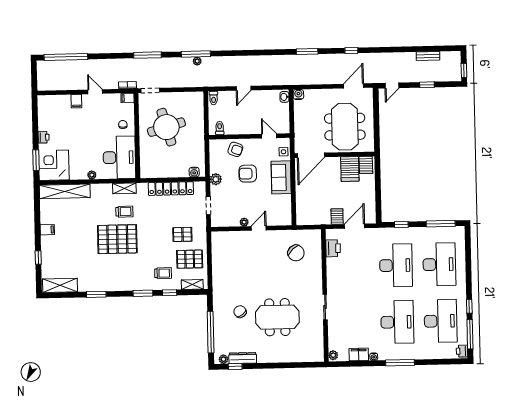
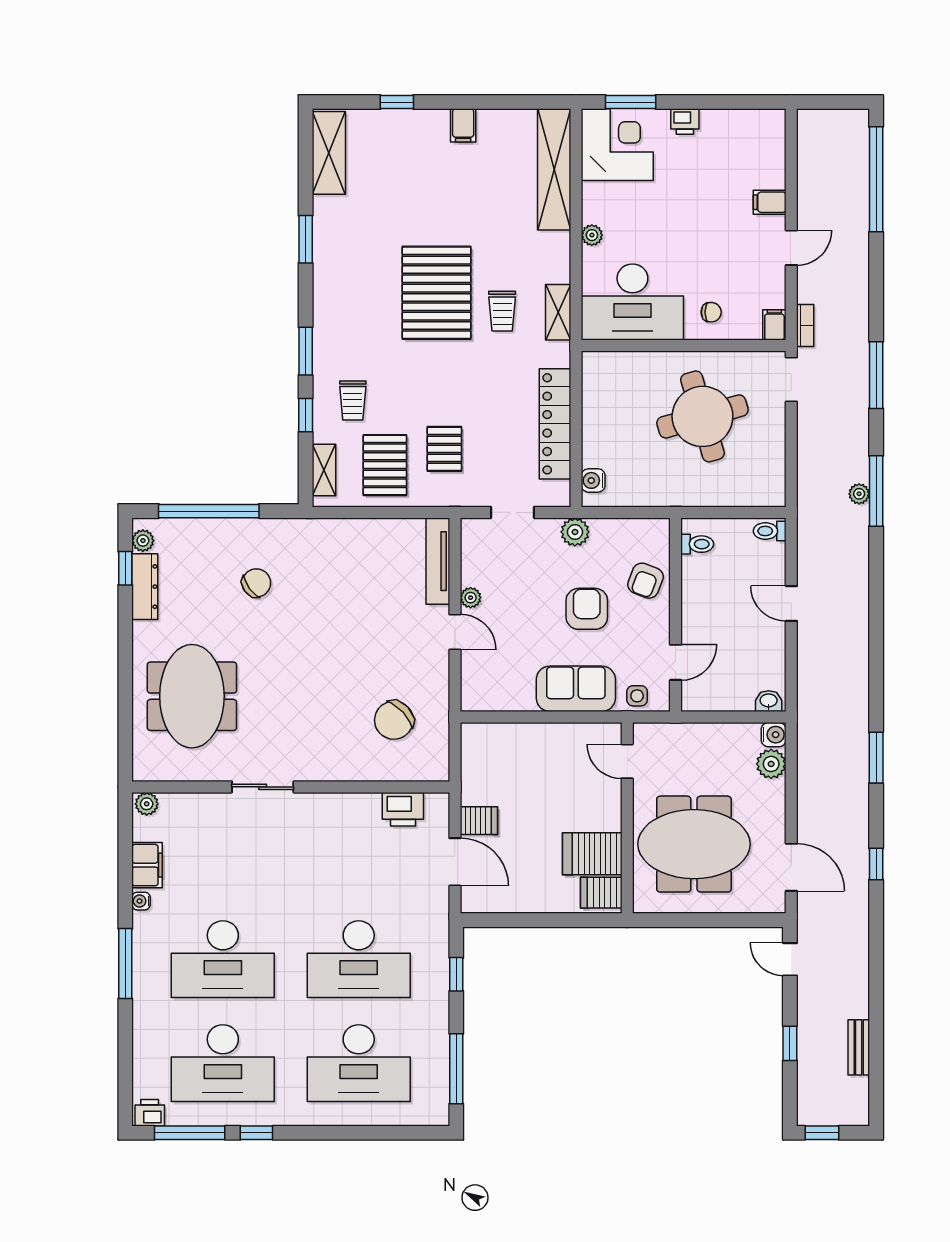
plant: (311, 95) -> (771, 764), added
door: (311, 155) -> (627, 761), width x0.53
tv unit: (229, 236) -> (438, 561), added
meeting table: (277, 317) -> (192, 696), moved

